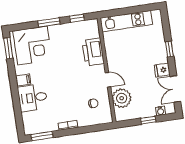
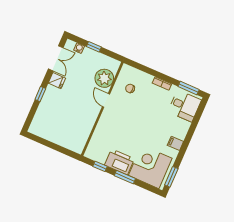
kitchen unit: (126, 21) -> (61, 139), removed
printer: (93, 52) -> (120, 162), moved, turned -90
desk: (33, 98) -> (185, 106), moved

